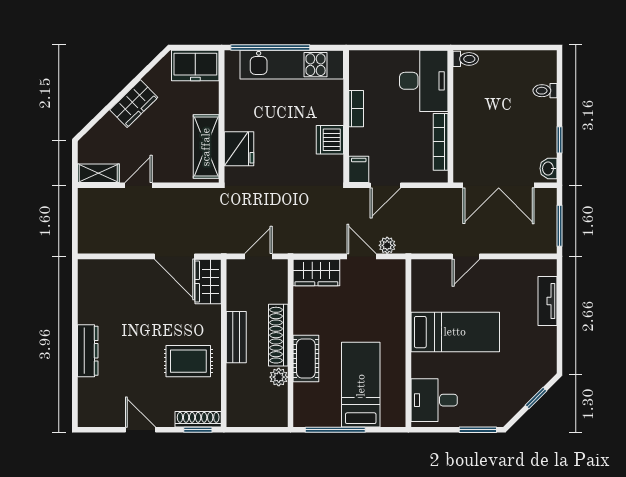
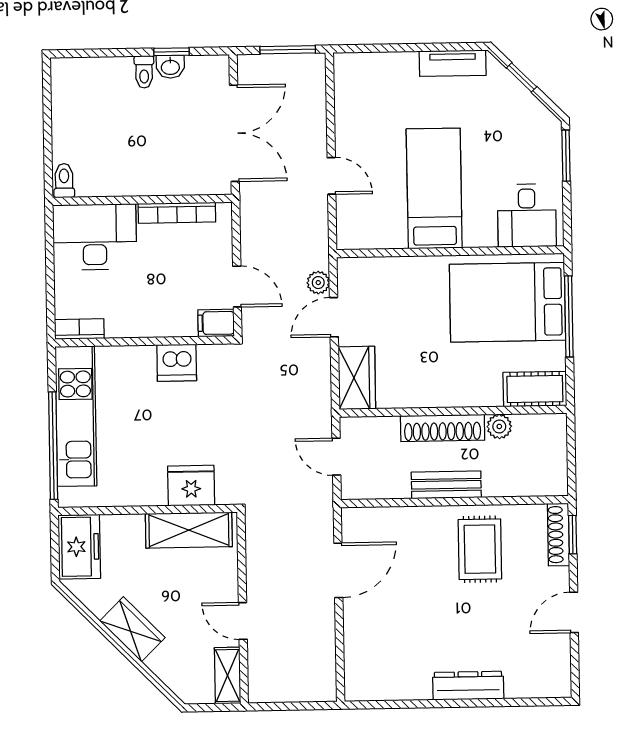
toilet: (545, 91) -> (144, 72), moved
bookcase: (356, 109) -> (79, 329), moved
washbasin: (548, 168) -> (170, 67), moved
wardrobe: (208, 282) -> (372, 524), removed
tv unit: (547, 301) -> (453, 63), moved
cot: (306, 359) -> (535, 389), moved
bed: (361, 385) -> (507, 302), width x1.50
window: (335, 430) -> (569, 316), moved

